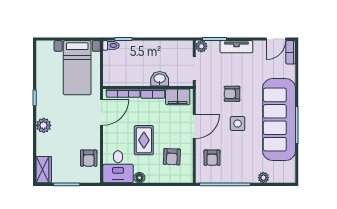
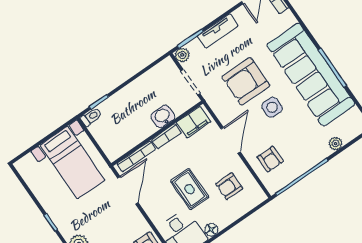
armchair: (232, 94) -> (246, 81), width x1.88, depth x1.88
armchair: (172, 157) -> (229, 186), turned 87

